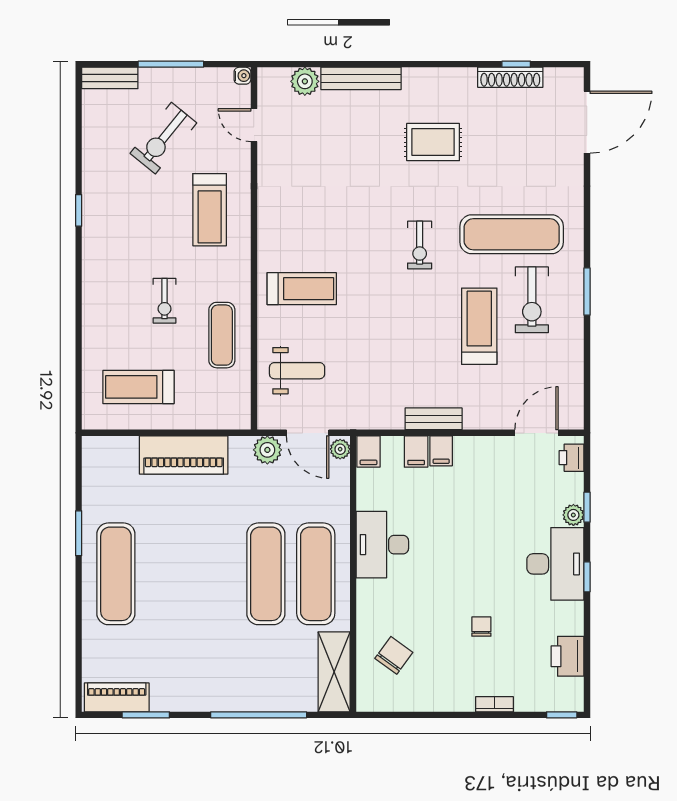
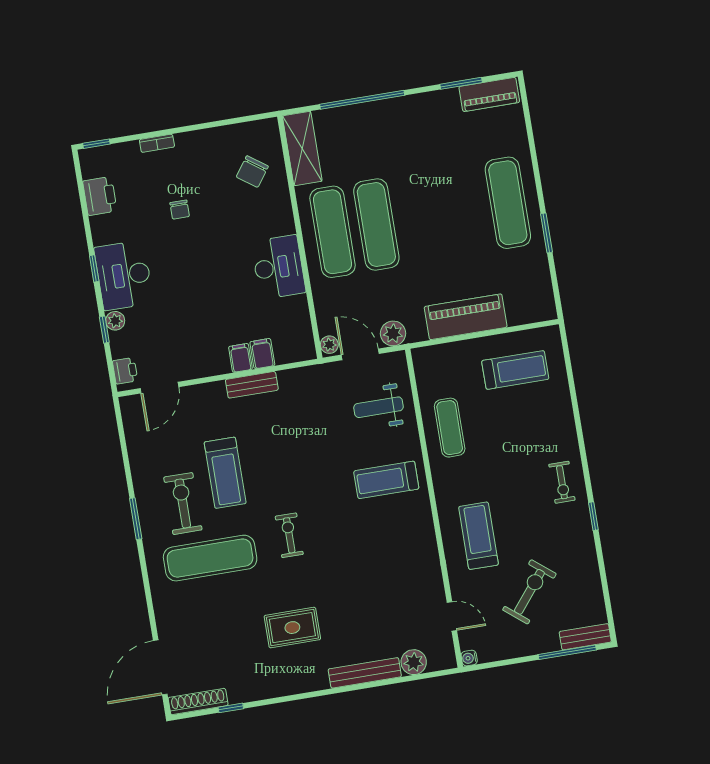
window: (171, 64) -> (567, 652), moved
shoe rack: (510, 77) -> (198, 702), moved
exercise bike: (164, 301) -> (562, 482), moved, turned 180
filing cabinet: (368, 451) -> (304, 347), removed

